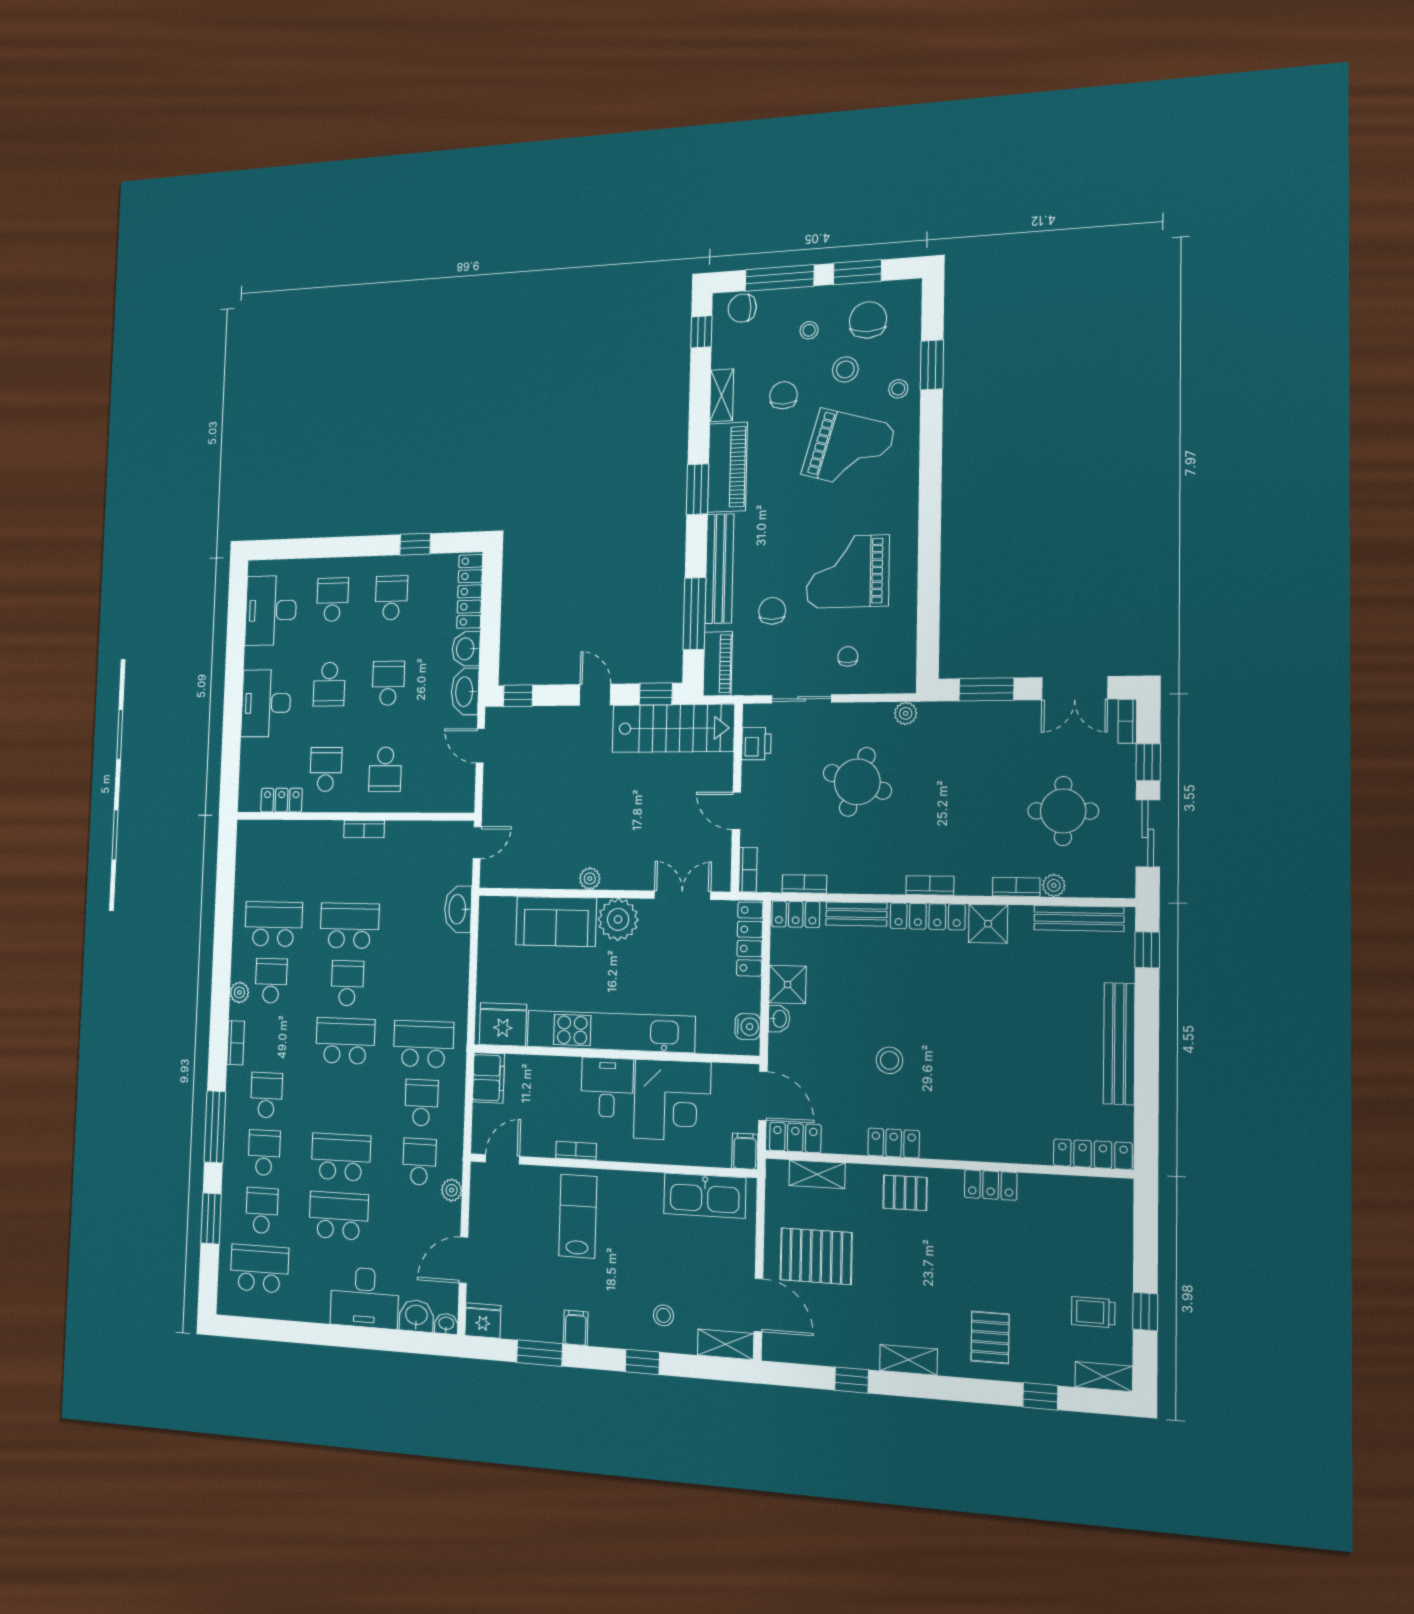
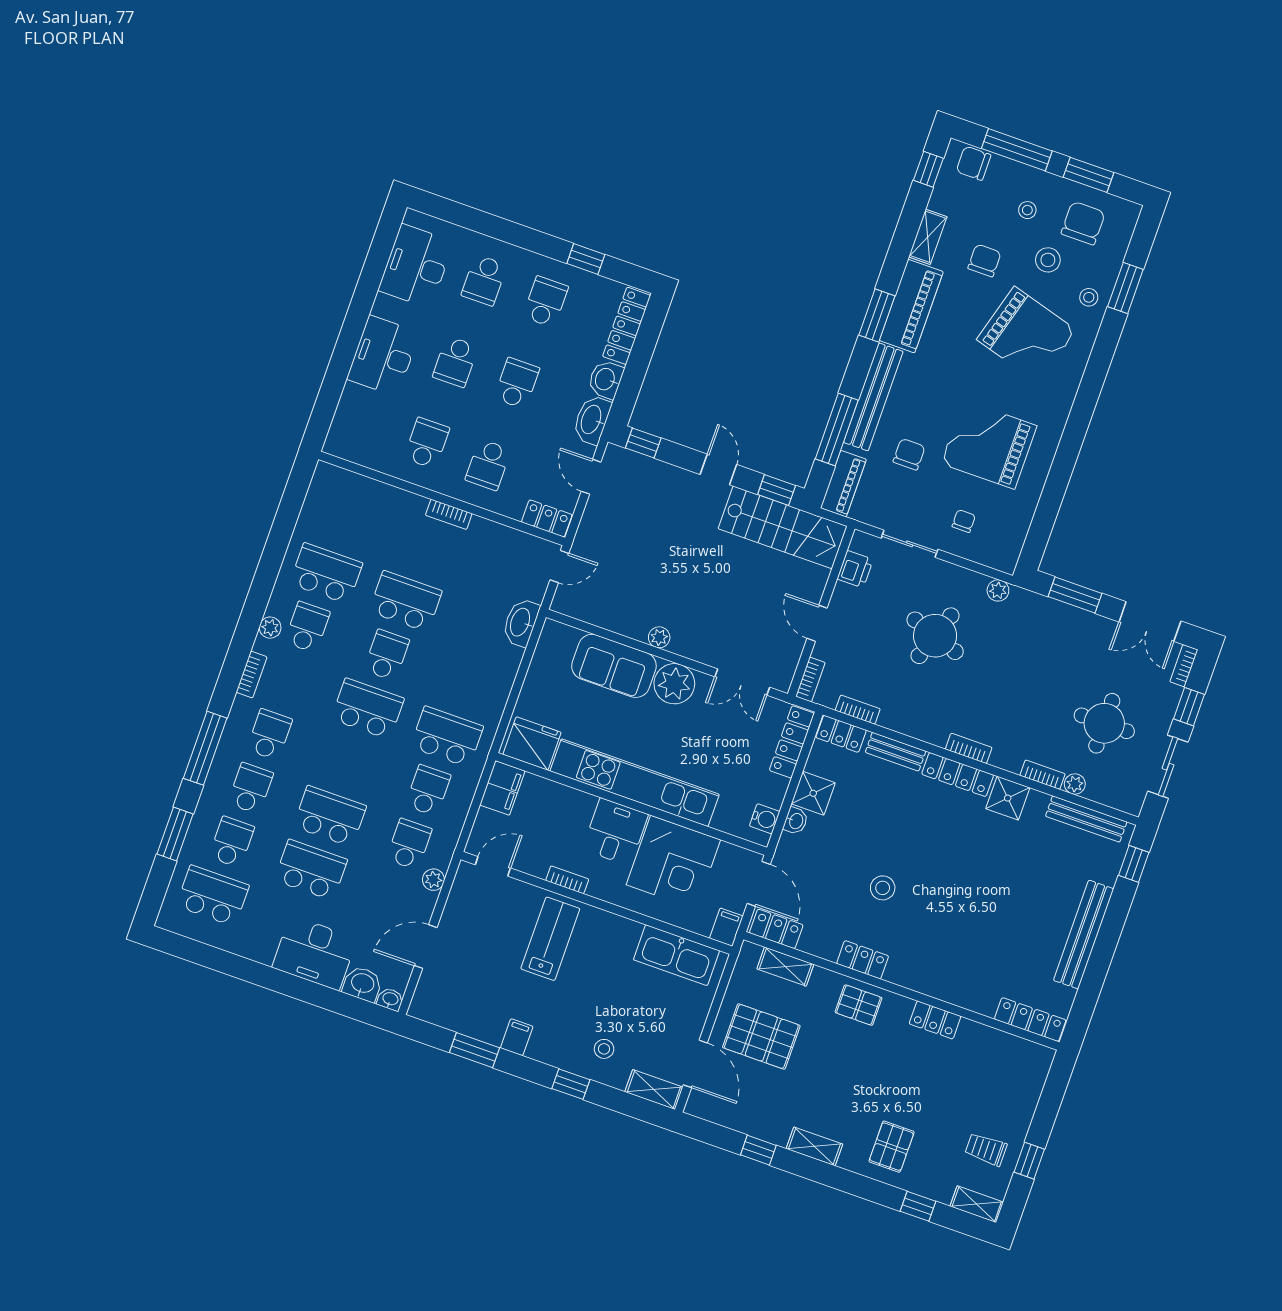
school desk: (332, 600) -> (484, 280), turned 180
locker: (281, 800) -> (547, 518), moved
double door: (682, 895) -> (742, 682), swing flipped
fridge: (483, 1321) -> (428, 1006), removed

